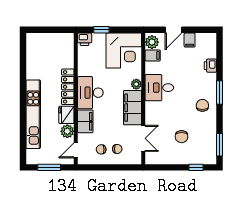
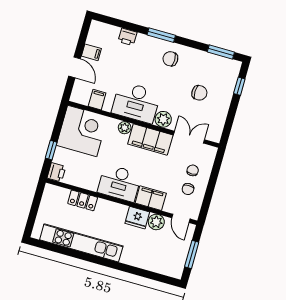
plant: (152, 42) -> (163, 119), moved
locker: (68, 87) -> (83, 200), moved, width x0.66
desk: (159, 88) -> (136, 102), width x1.37
kitchen unit: (33, 114) -> (81, 243), moved

